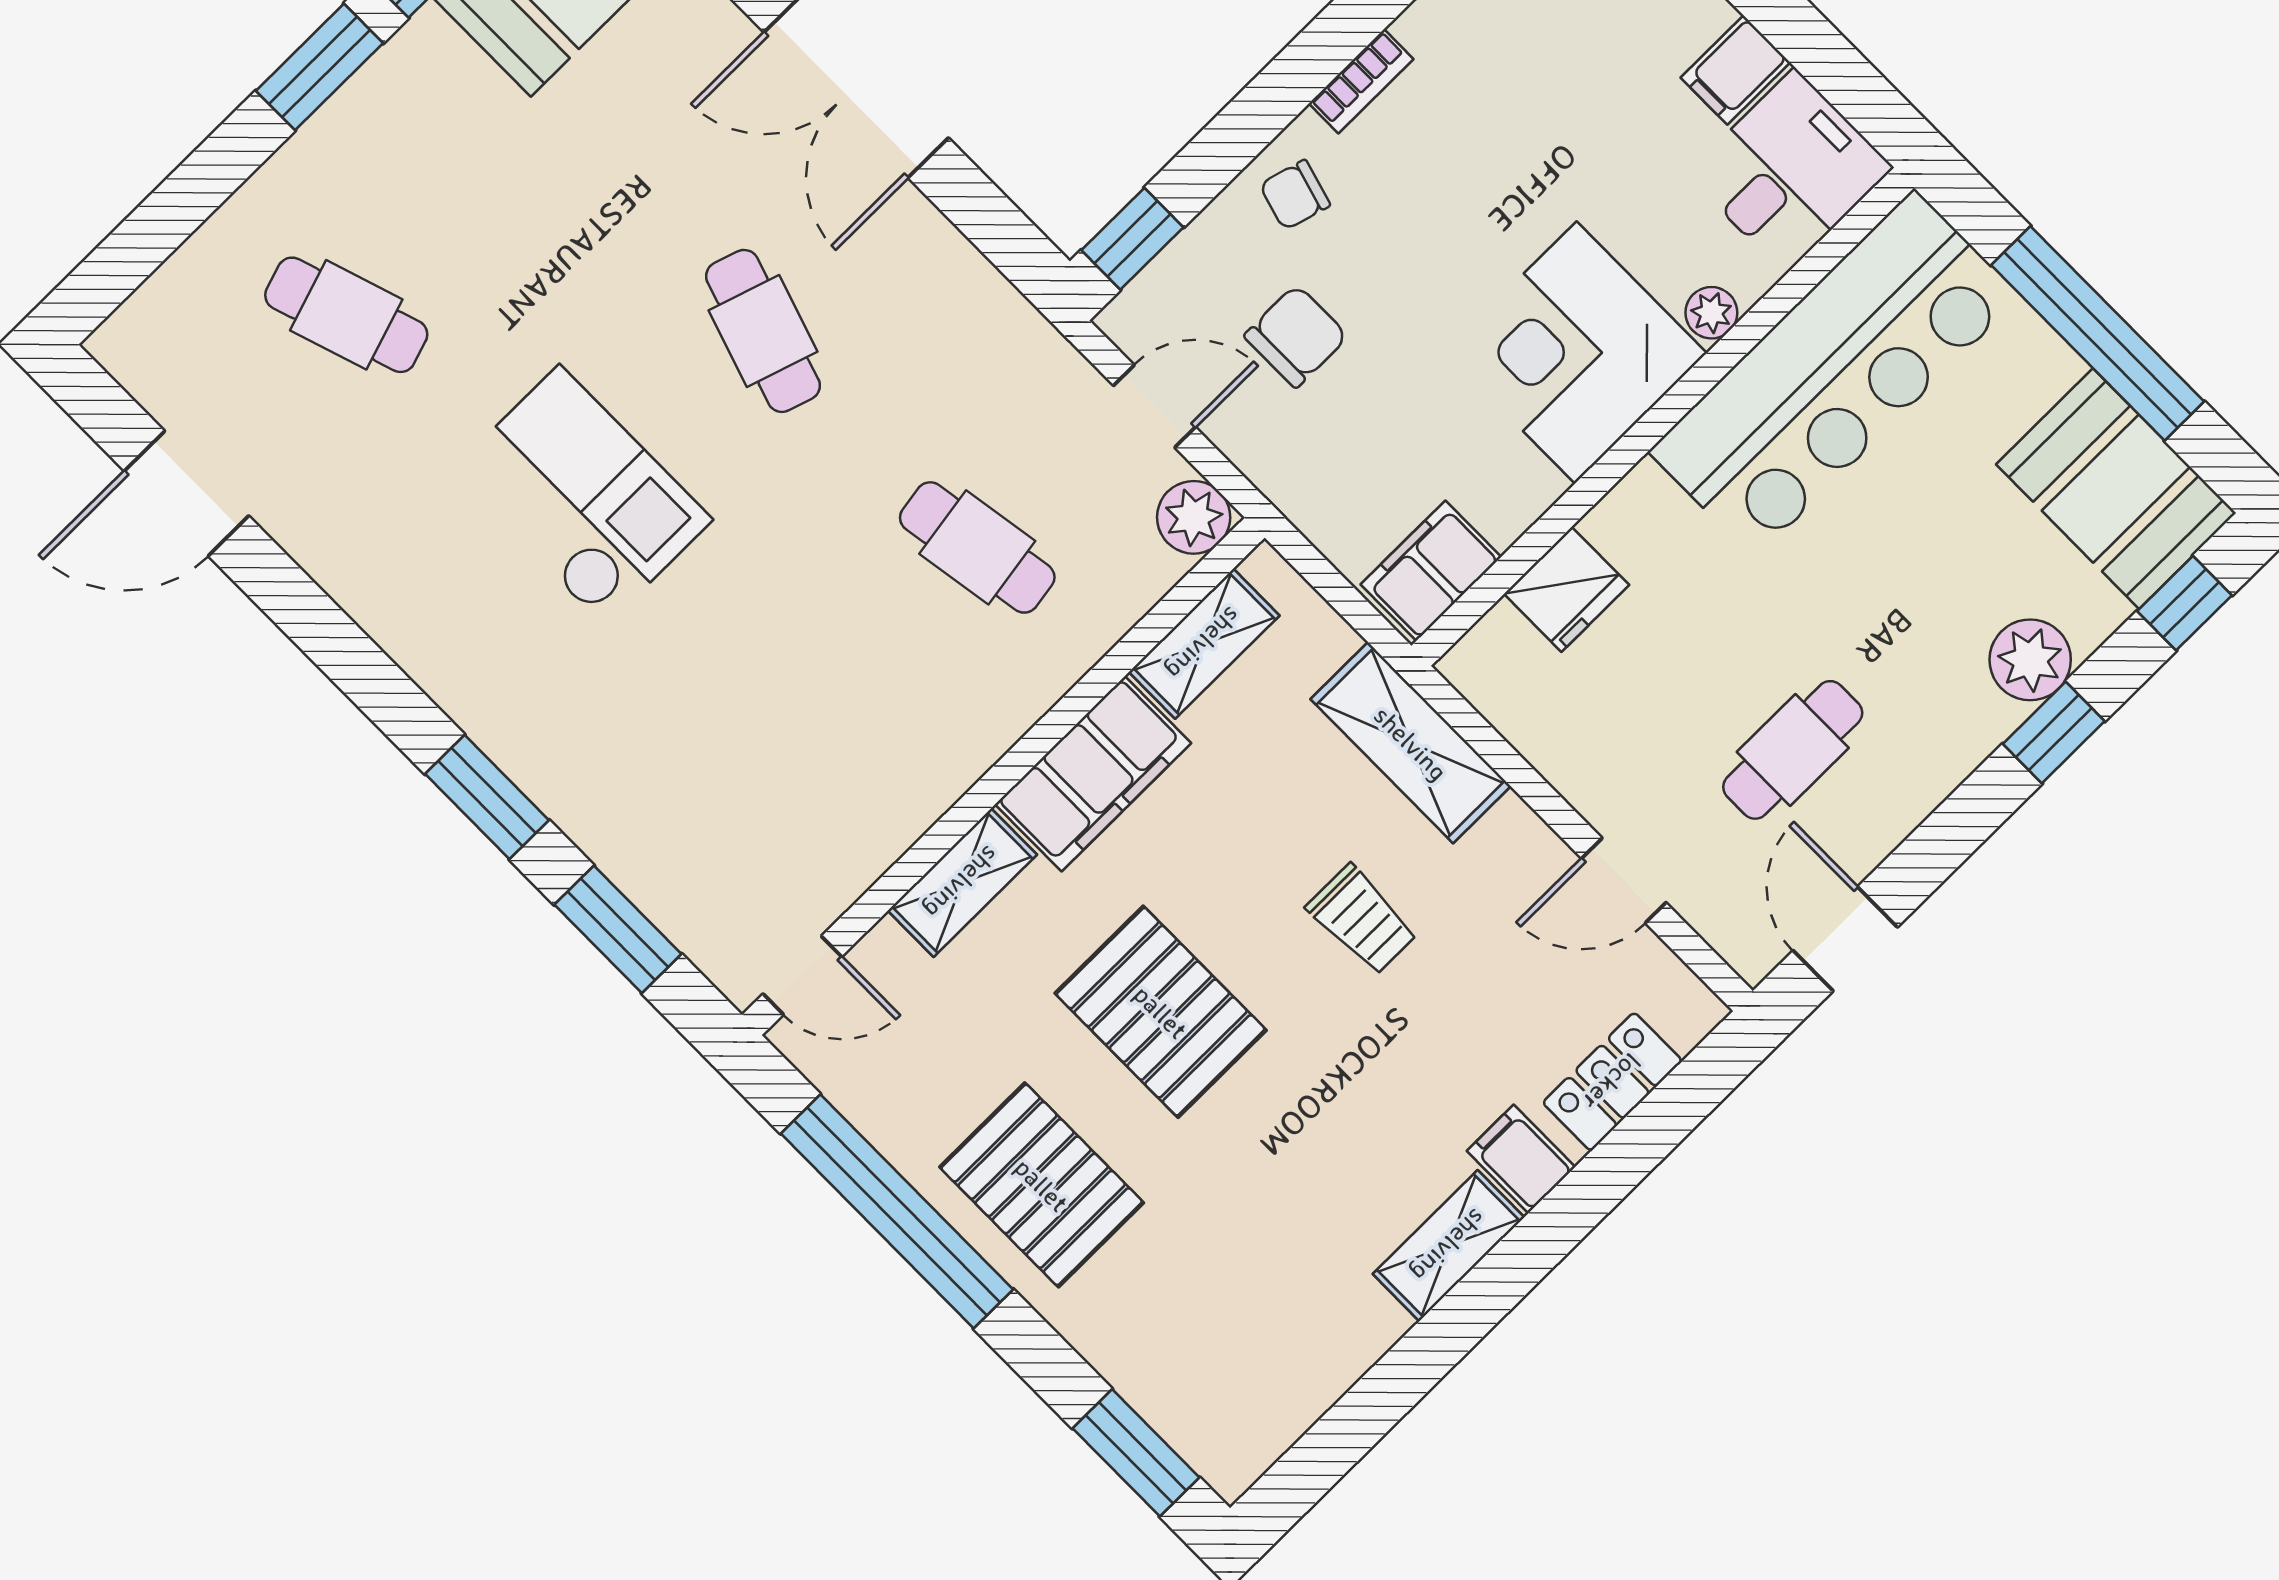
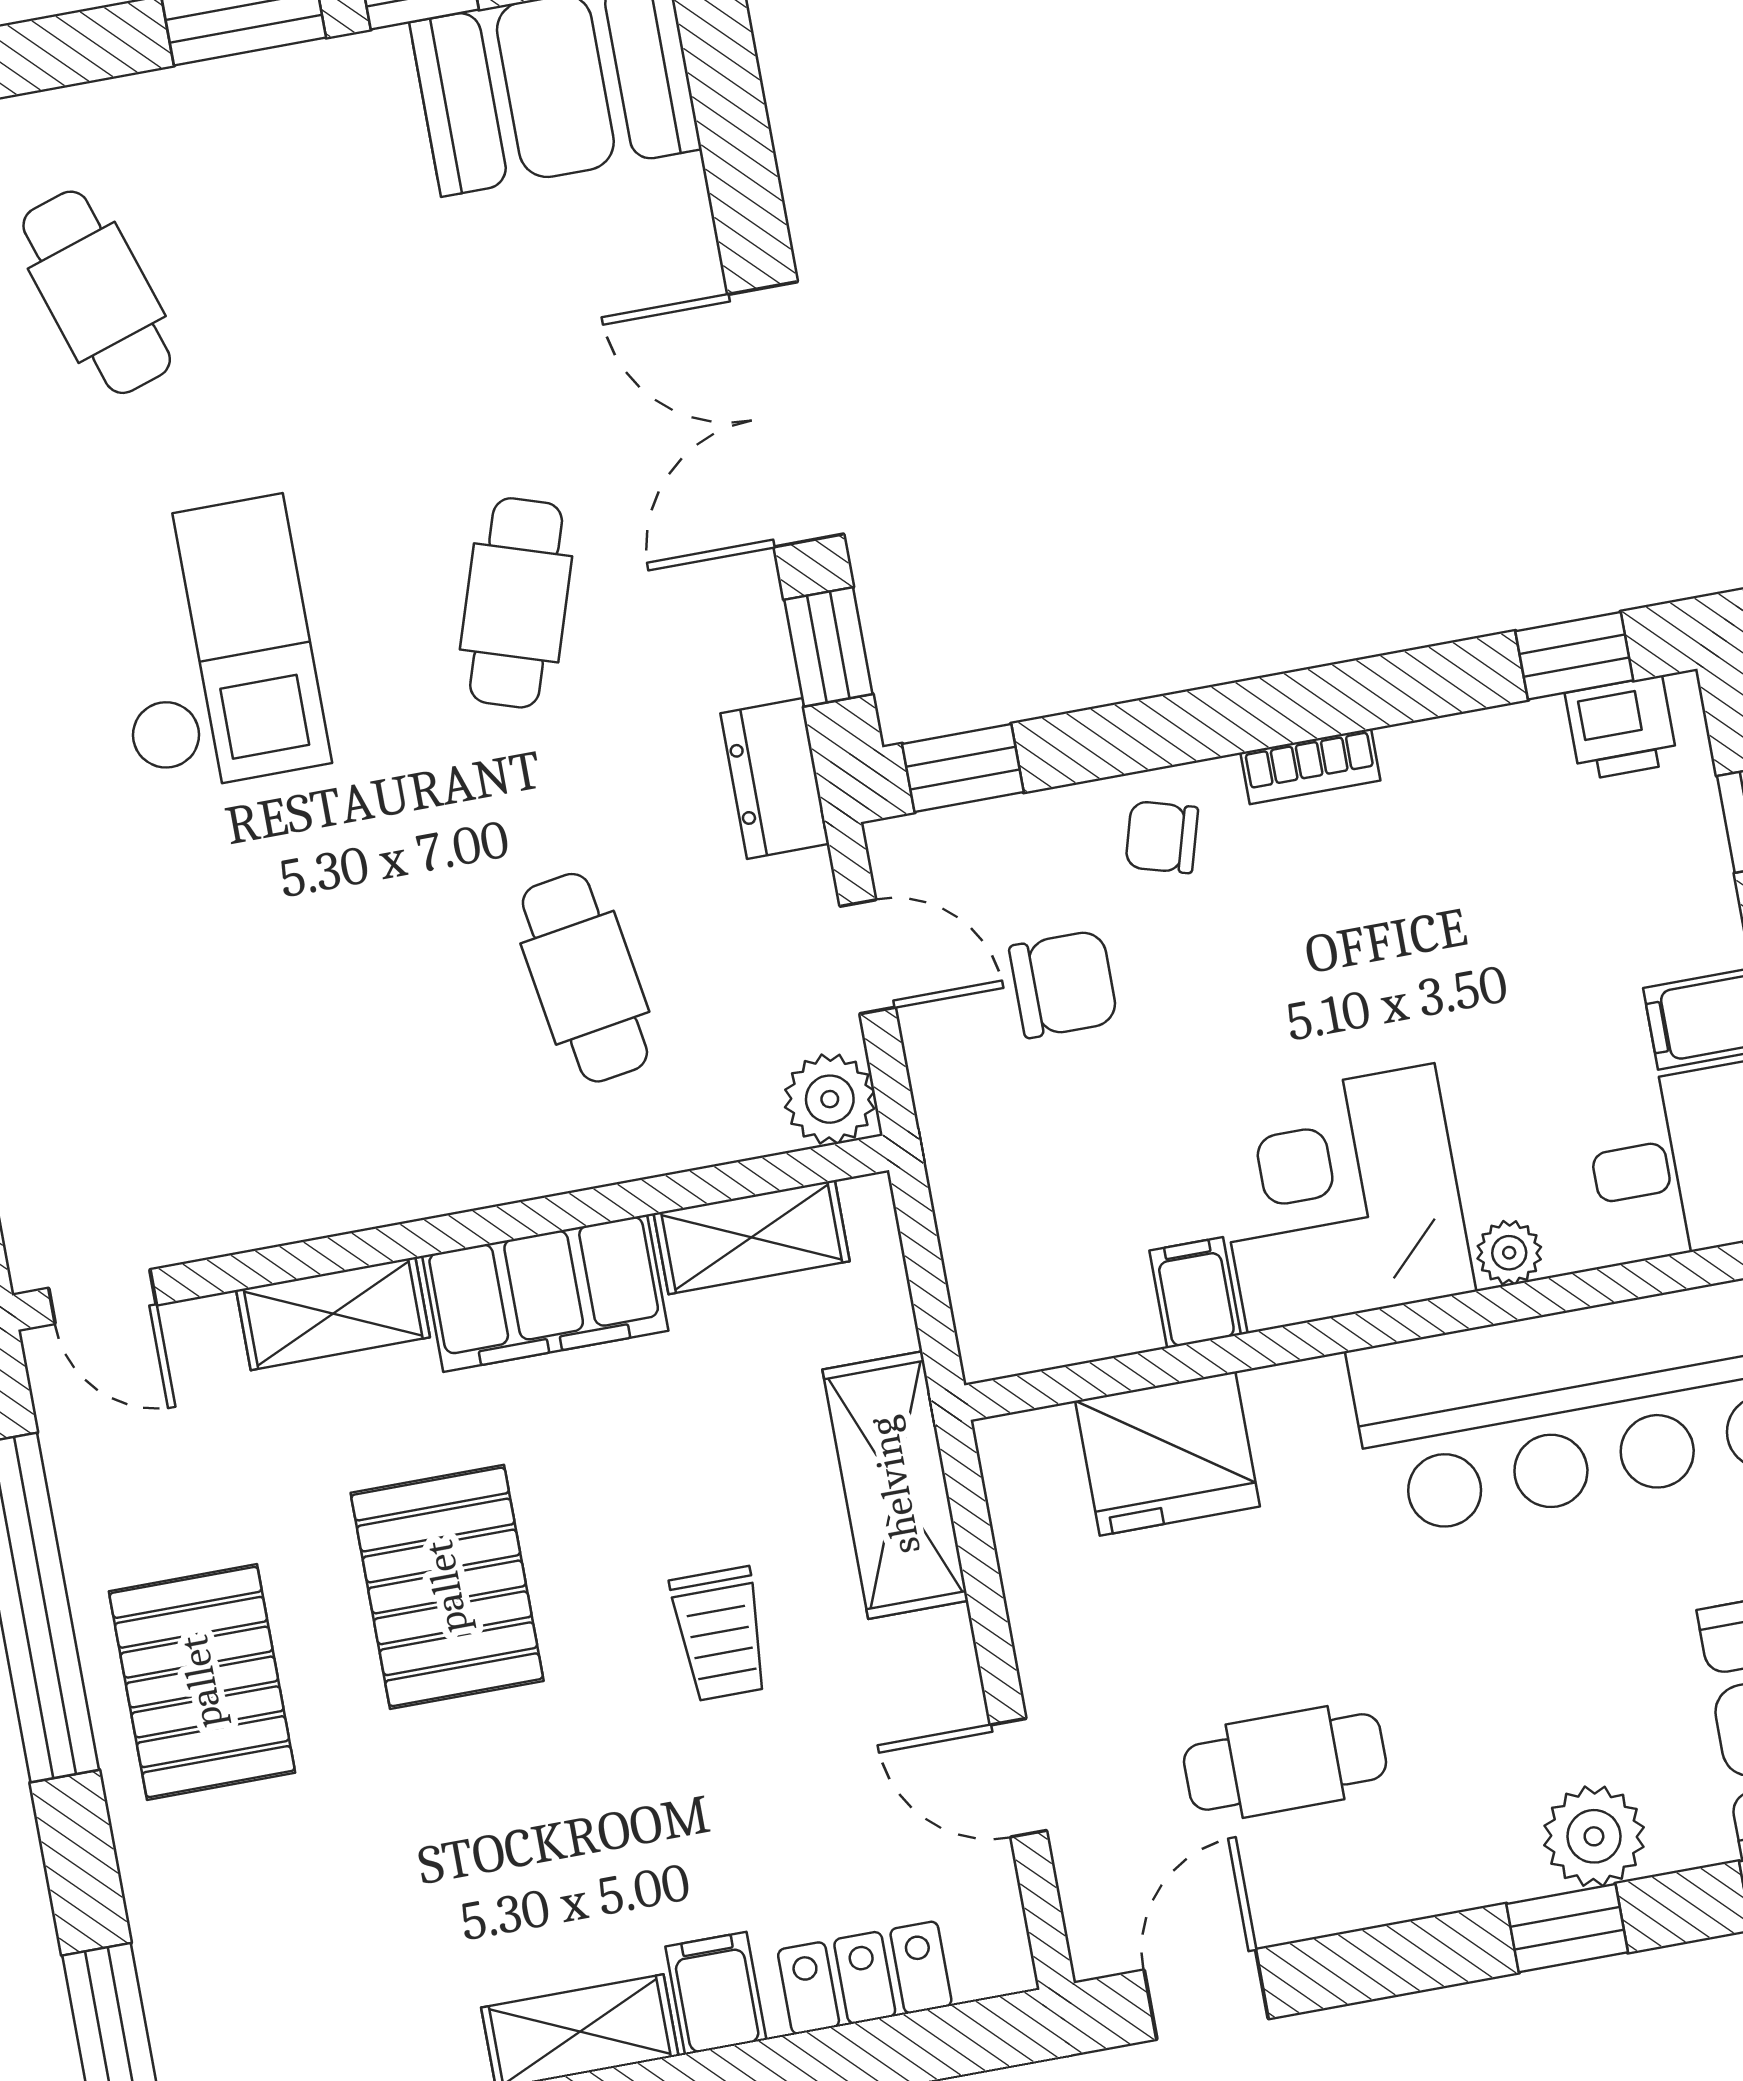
window: (989, 219) -> (828, 647), added
dresser: (1013, 330) -> (775, 779), added
filing cabinet: (1431, 571) -> (1195, 1293), moved, width x0.50
fridge: (1566, 589) -> (1168, 1454), width x1.36, depth x1.34

